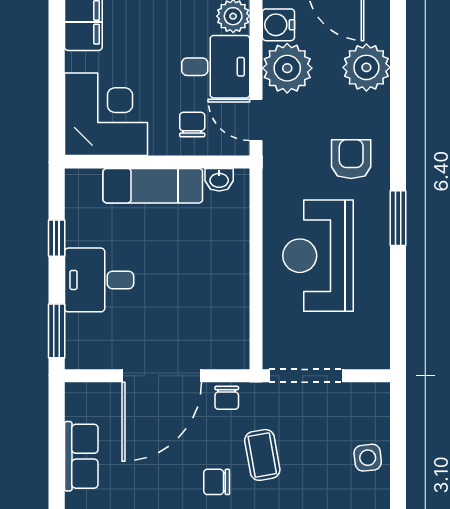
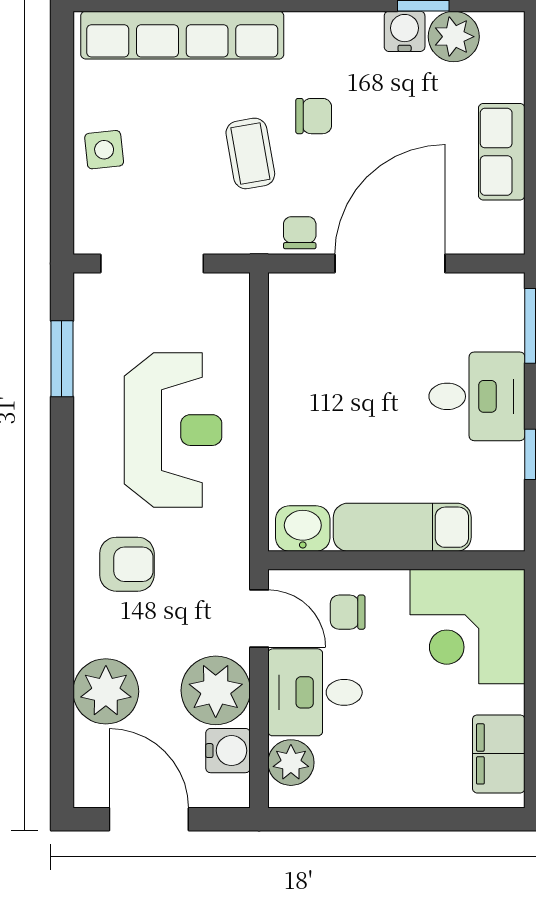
chair: (192, 125) -> (348, 612), turned 90
armchair: (351, 159) -> (127, 564), turned -90
washbasin: (219, 180) -> (303, 528), width x1.38, depth x1.45
window: (398, 218) -> (62, 359), moved
doorway: (306, 376) -> (152, 263), moved

